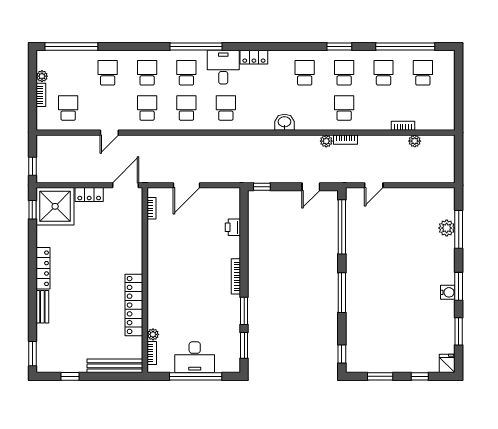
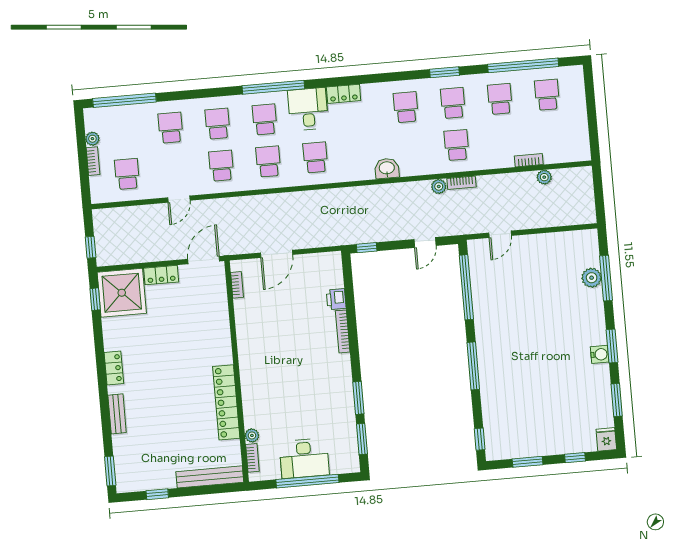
locker: (43, 268) -> (114, 368), width x0.66
bookcase: (236, 276) -> (343, 331), moved

